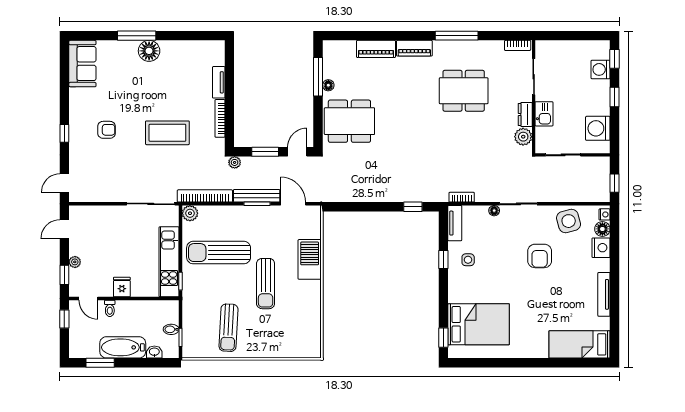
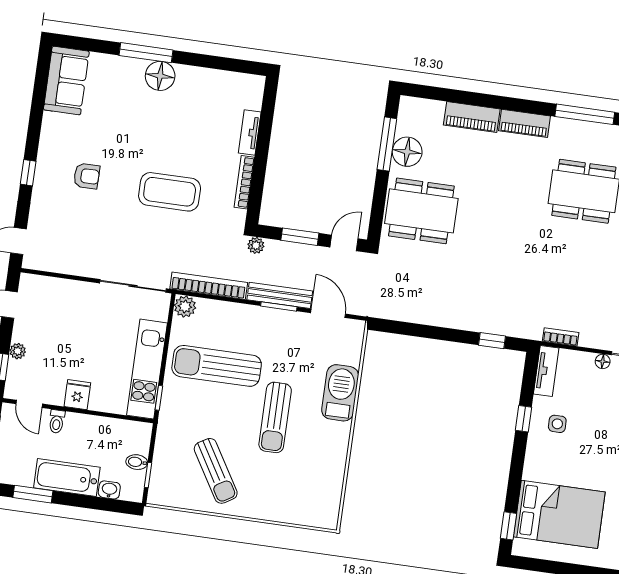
floor lamp: (328, 85) -> (407, 152), width x1.89, depth x1.89
sun lounger: (228, 328) -> (216, 471), turned -34

